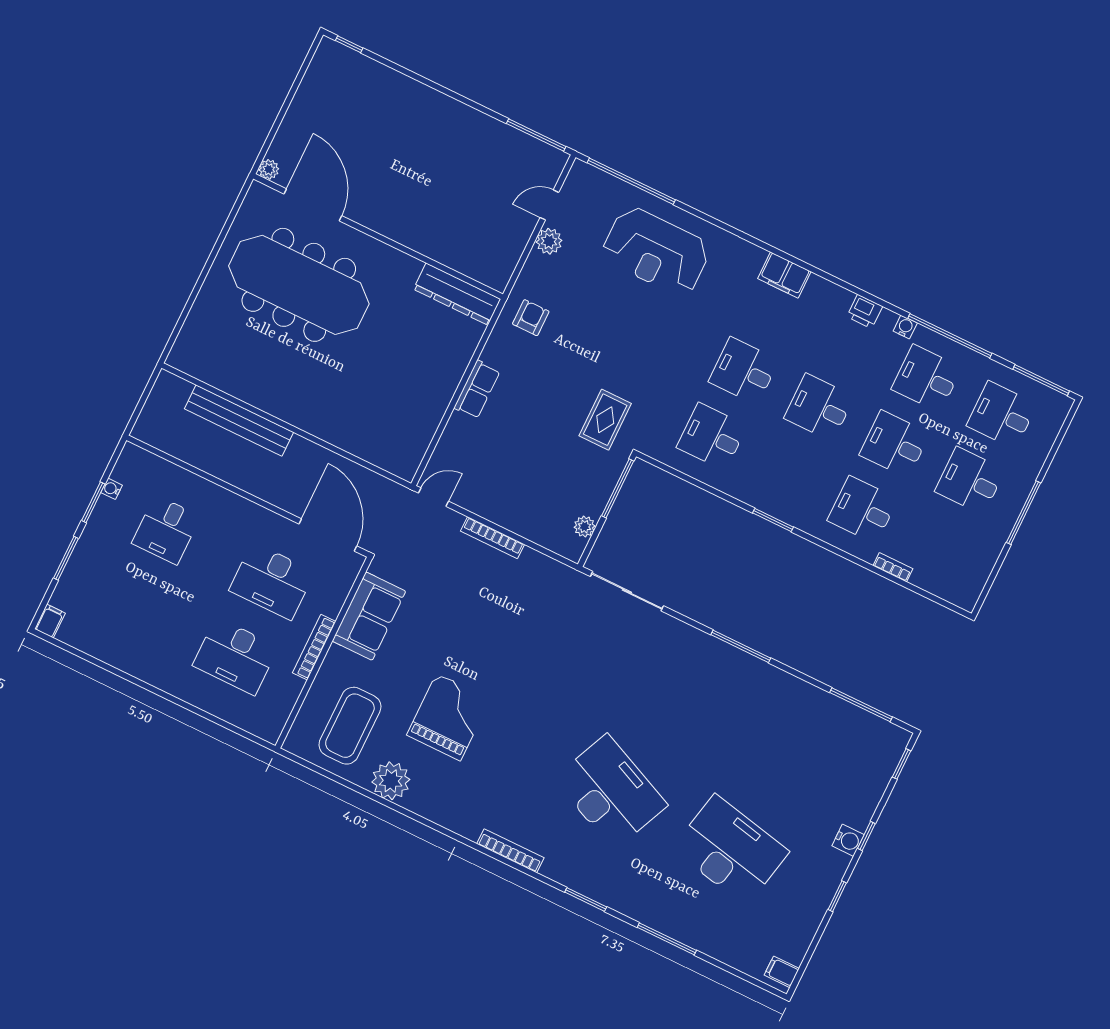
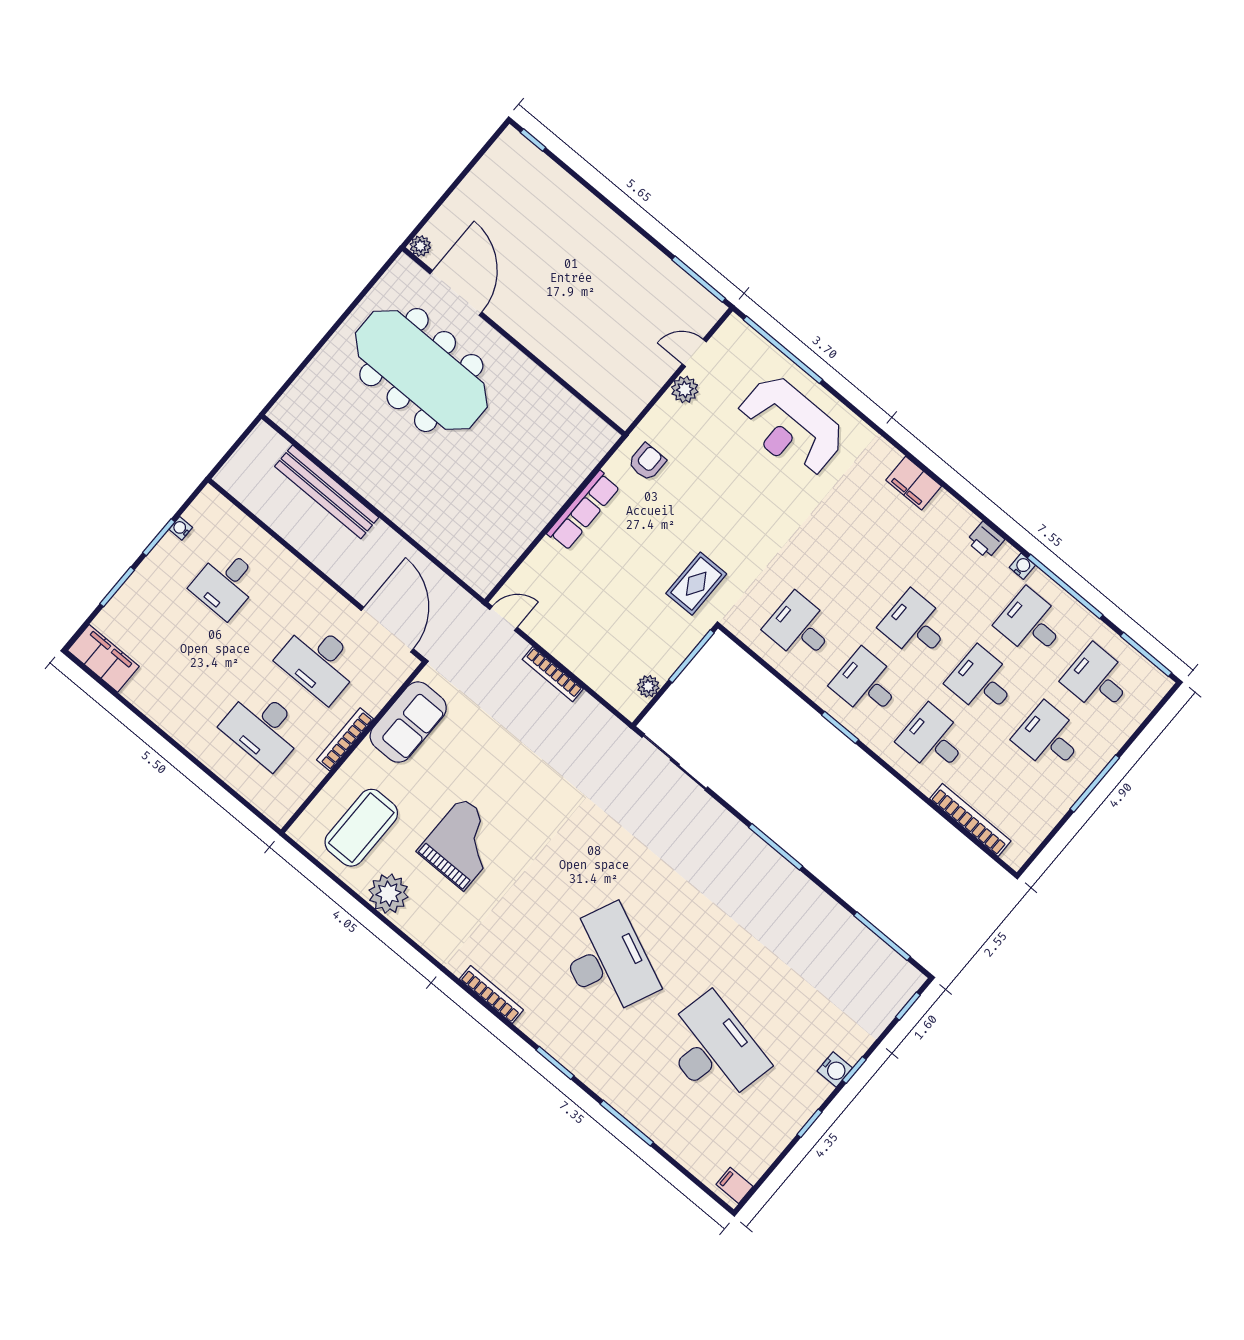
dresser: (457, 294) -> (579, 419), removed
desk: (744, 371) -> (866, 684), moved
row of seats: (477, 389) -> (583, 510), width x1.48
bookcase: (893, 567) -> (970, 820), width x2.31, depth x1.31
filing cabinet: (50, 621) -> (103, 658), width x3.00, depth x1.17

